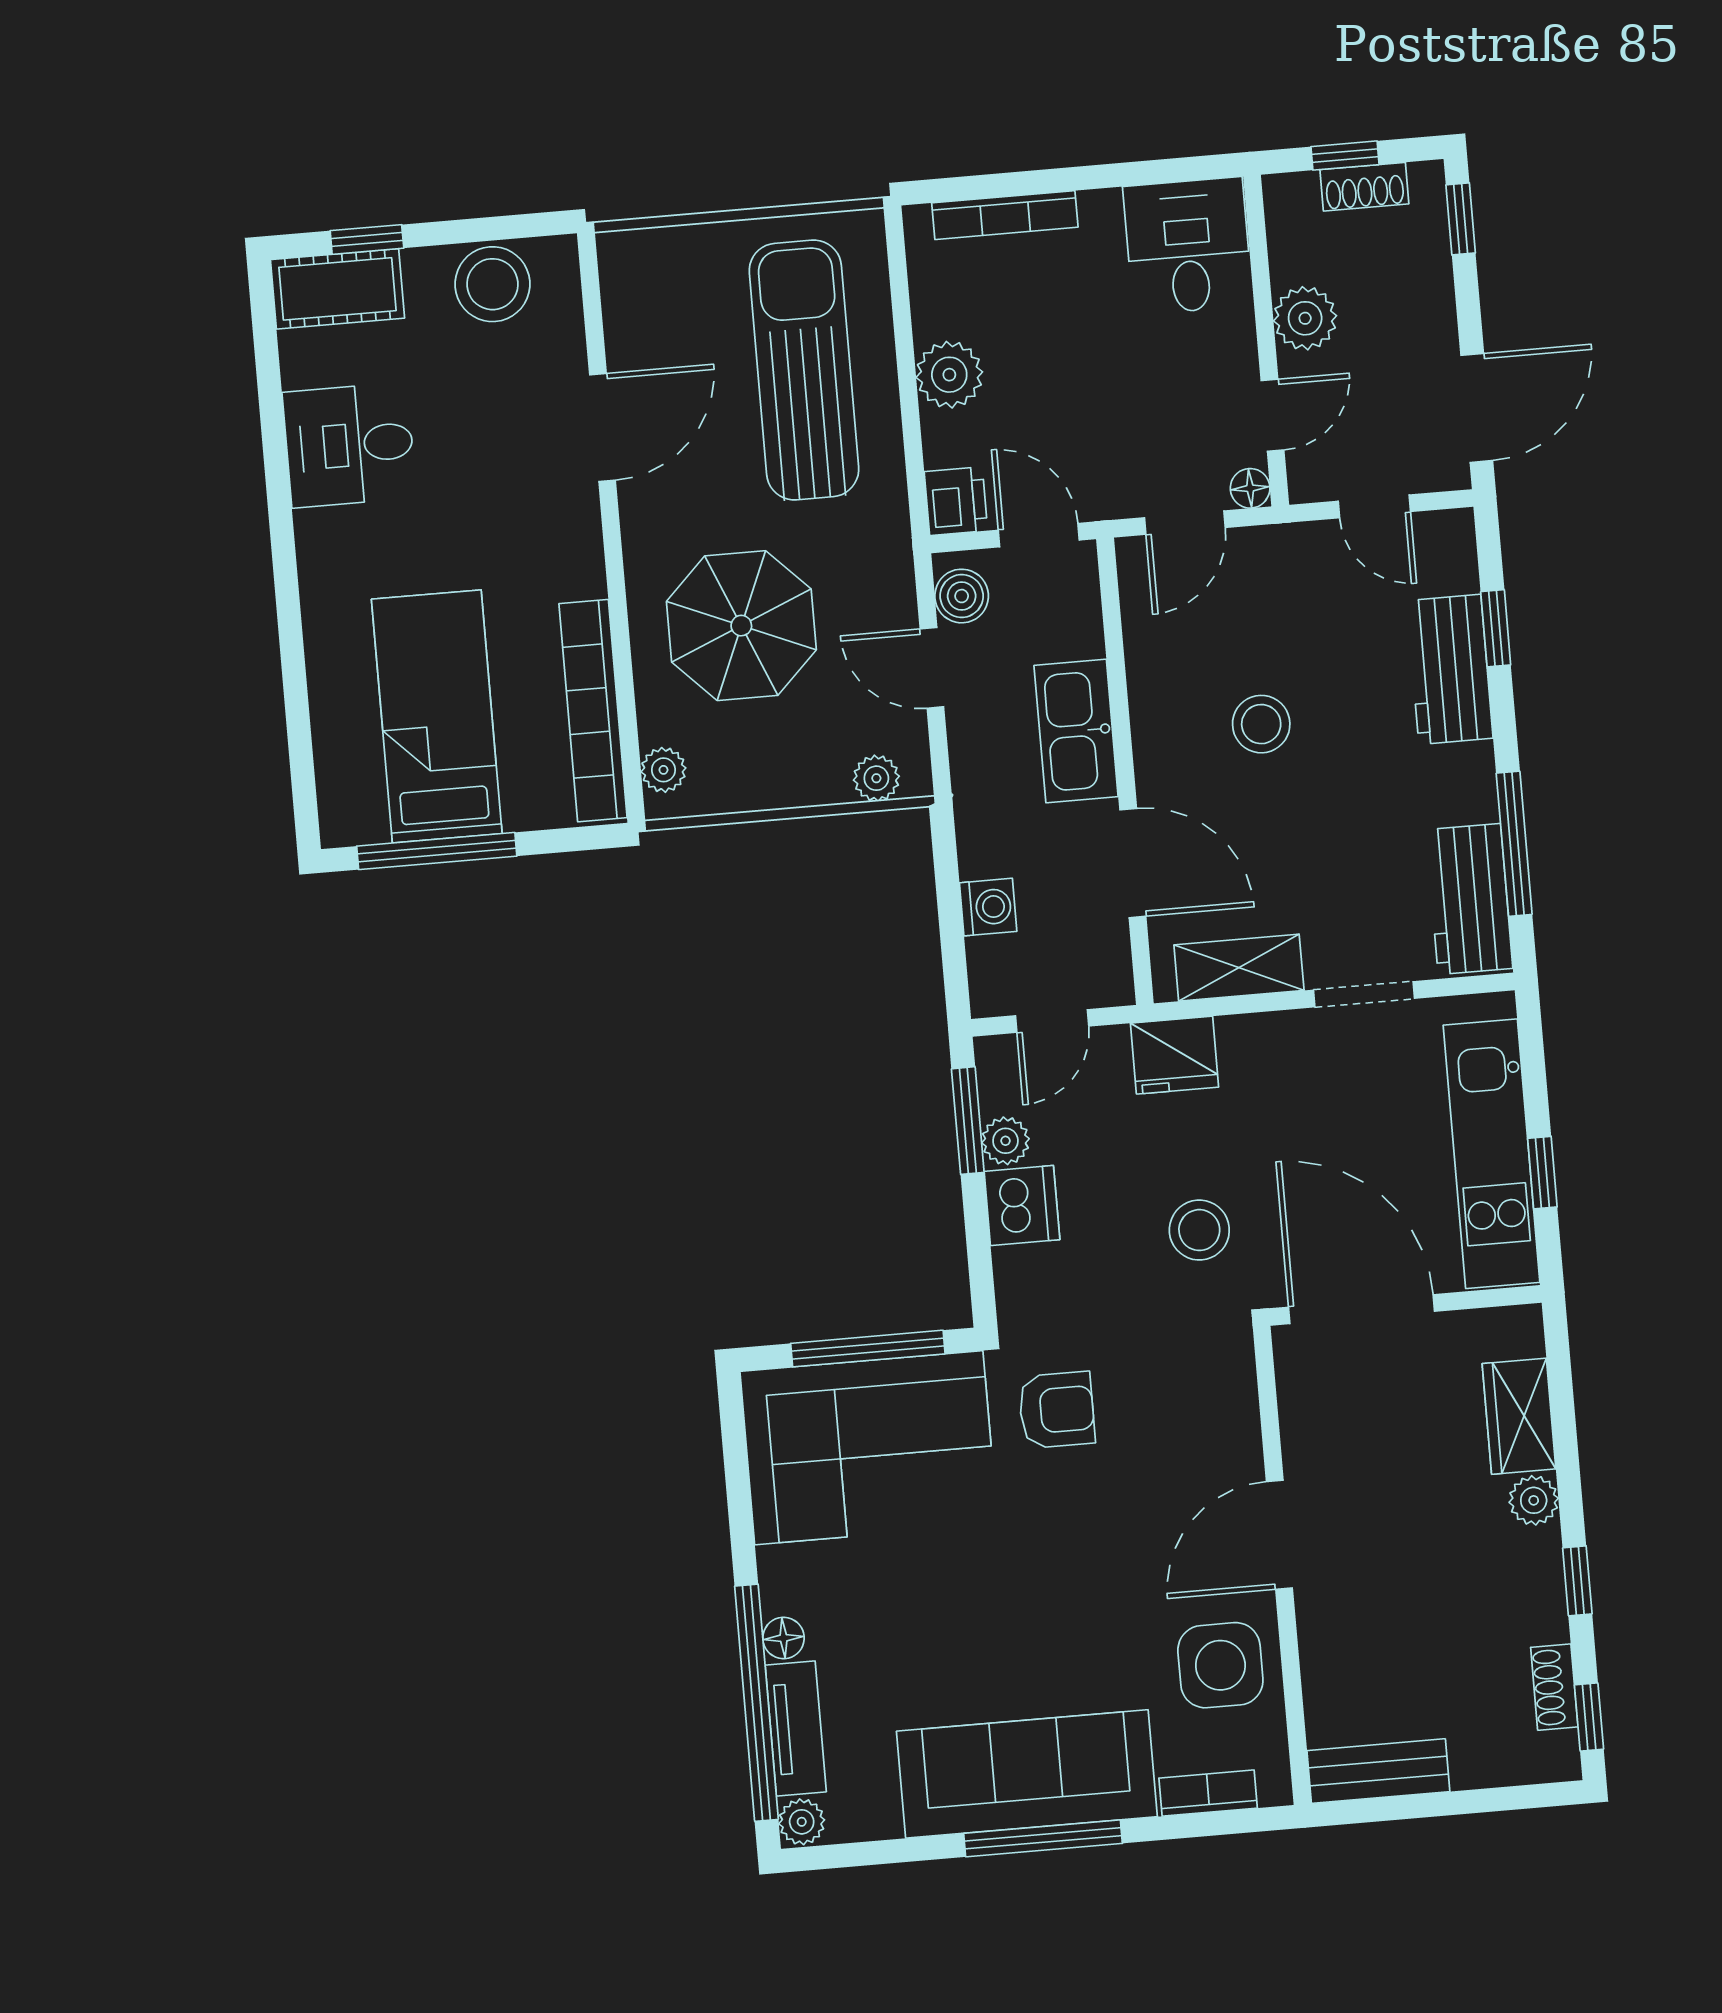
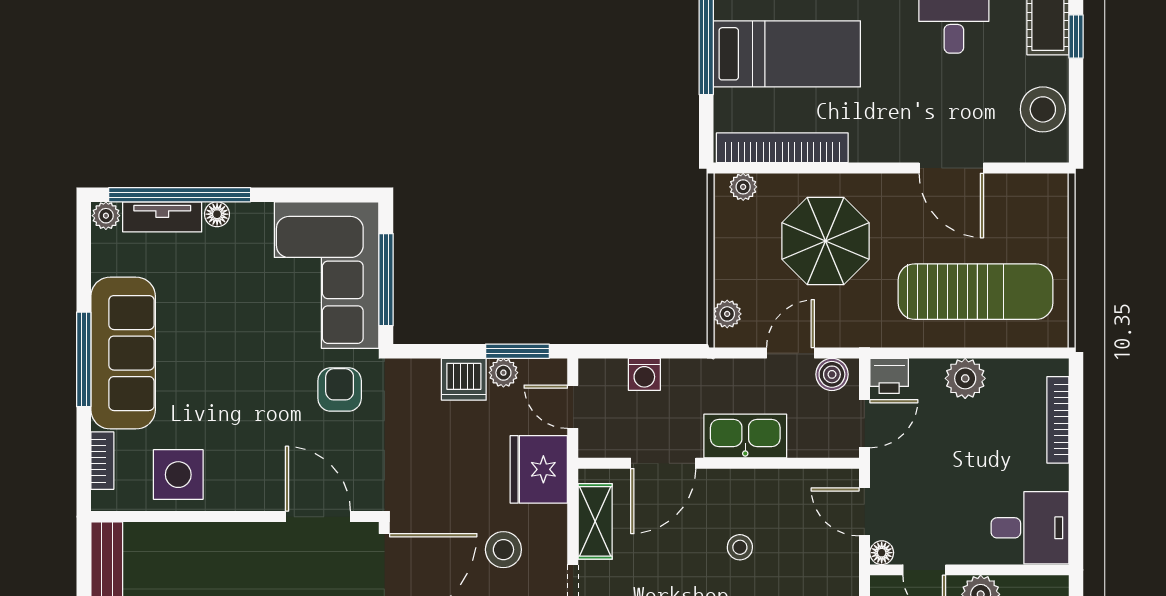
stool: (1261, 724) -> (740, 547), width x0.73, depth x0.73
fridge: (1175, 1055) -> (539, 469), width x1.36, depth x1.34
stool: (1199, 1230) -> (503, 550), moved
armchair: (1057, 1410) -> (340, 390), turned 180
door: (1279, 1535) -> (318, 517), moved

